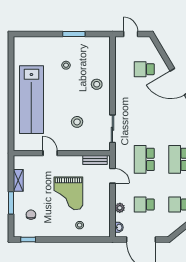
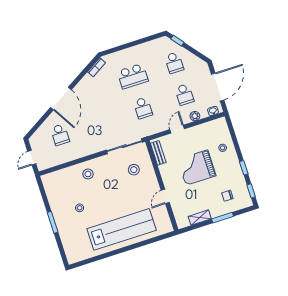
window: (74, 34) -> (53, 222), moved
stool: (77, 122) -> (134, 170), moved
sliding door: (112, 129) -> (124, 146), width x1.37
school desk: (144, 159) -> (143, 108), width x0.54
door: (112, 176) -> (177, 129), moved
grand piano: (68, 193) -> (197, 168), turned 180
window: (53, 240) -> (244, 168), added

